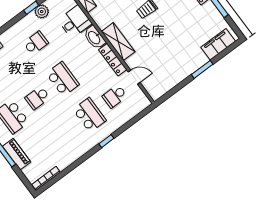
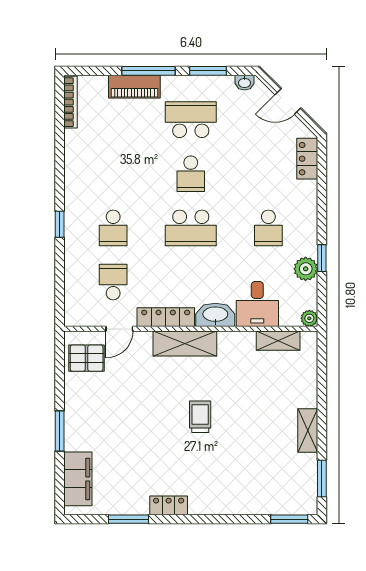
pallet: (159, 82) -> (87, 358), added
school desk: (38, 98) -> (191, 174), turned 180
school desk: (90, 115) -> (113, 228), width x0.54

